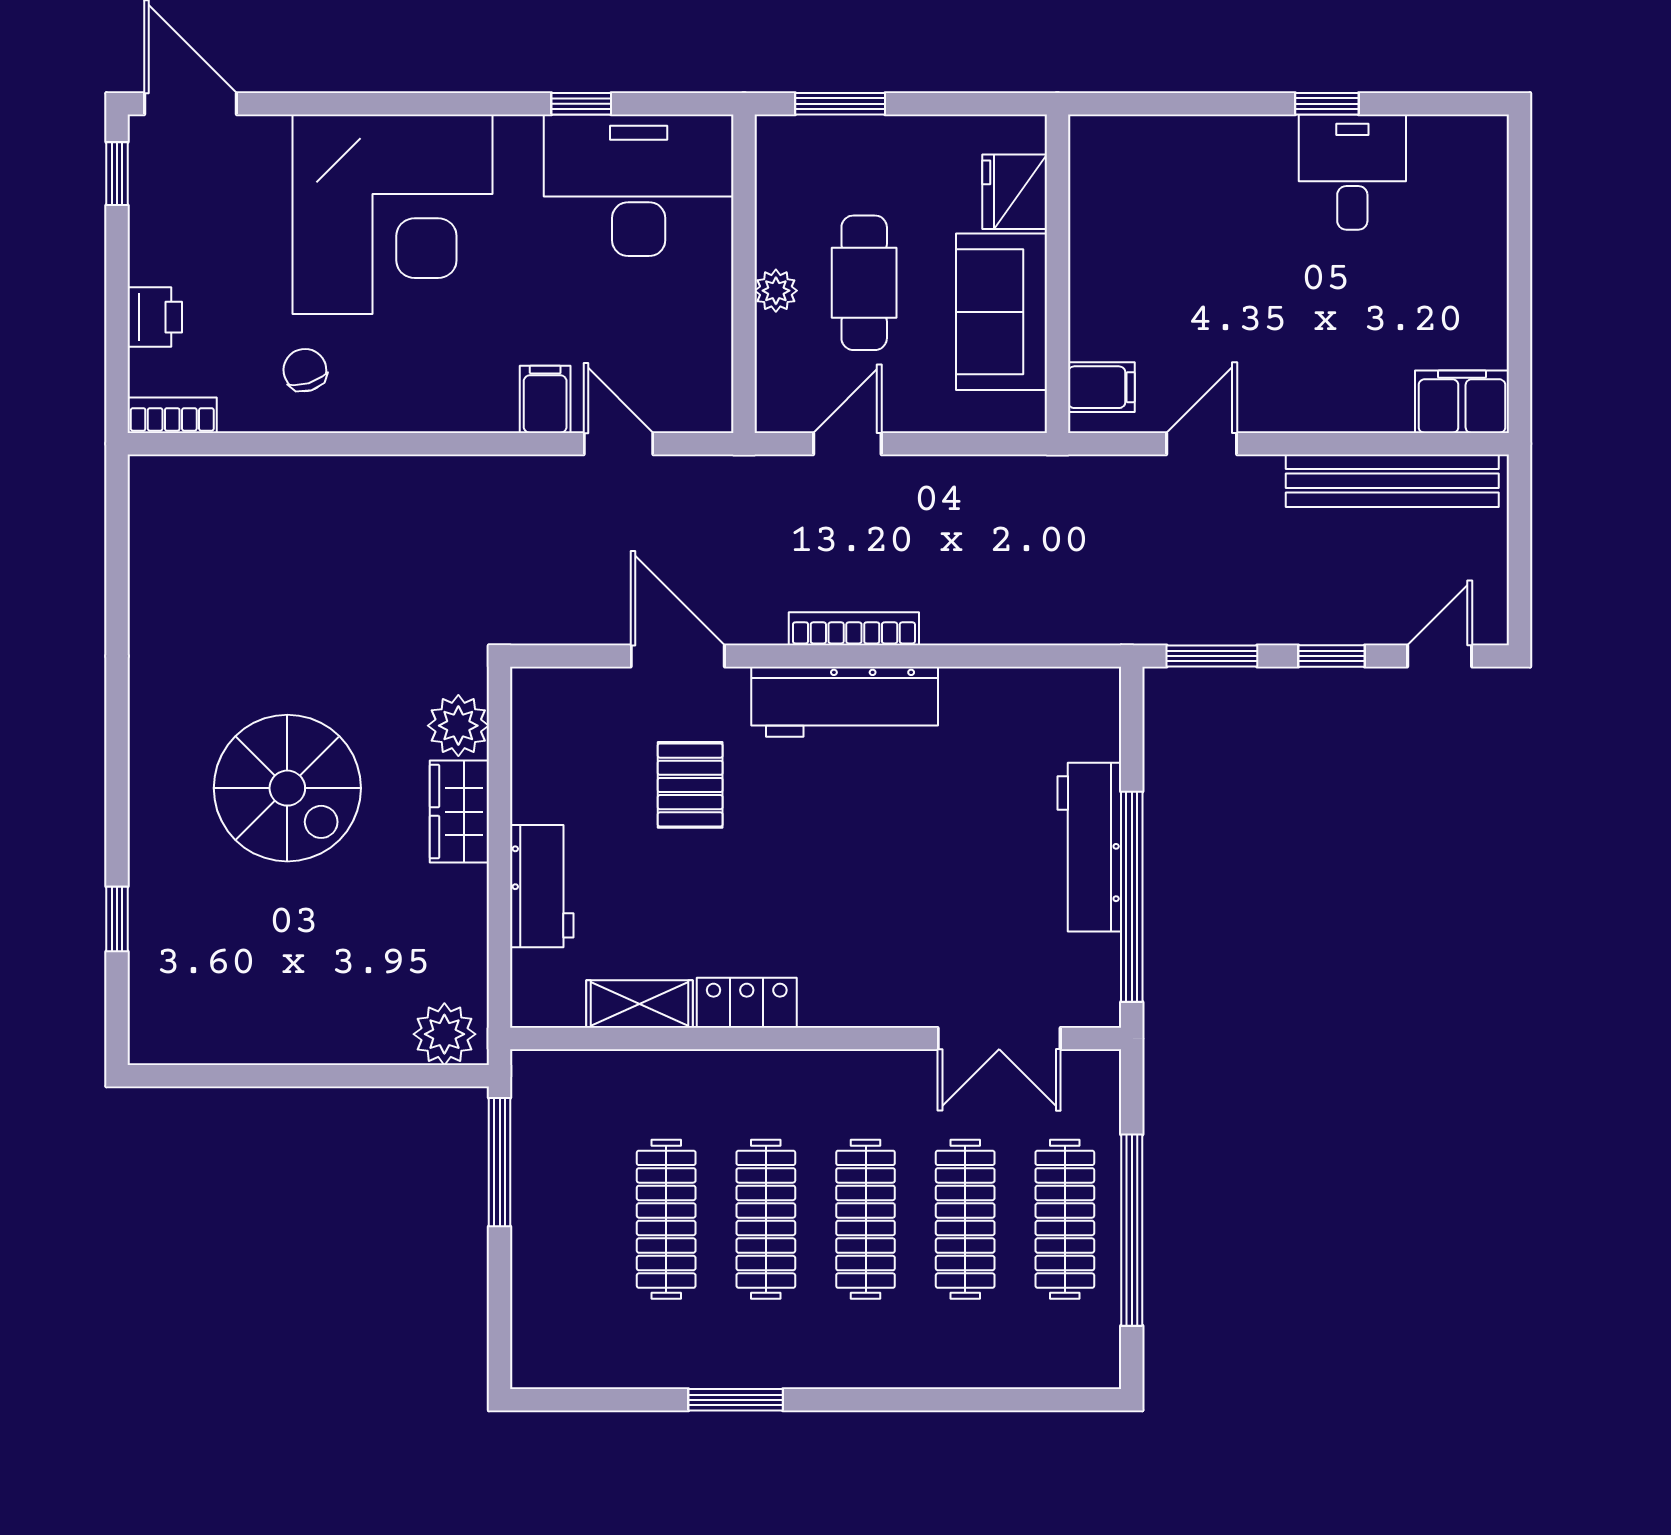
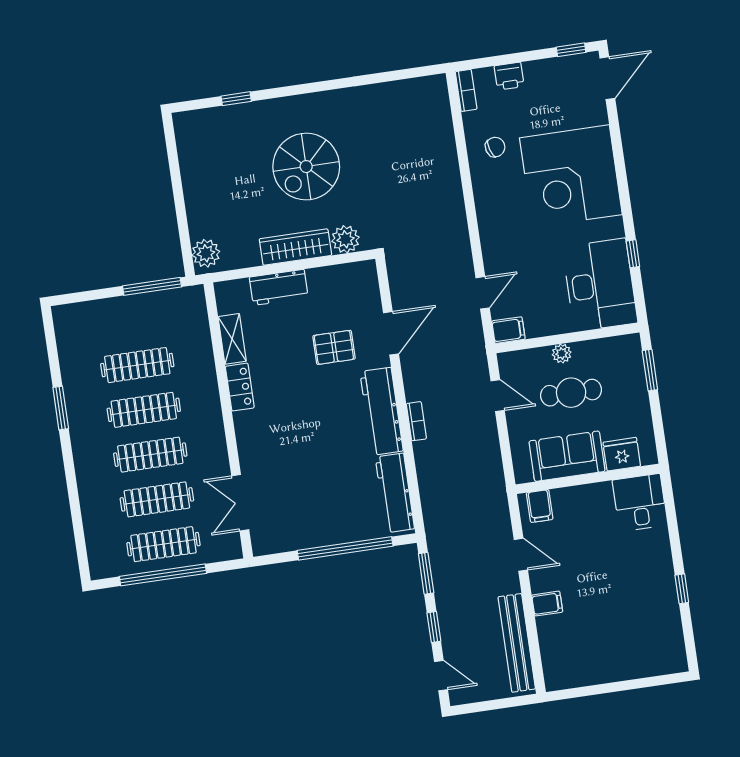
desk: (1352, 172) -> (640, 503), moved, turned -90
filing cabinet: (545, 399) -> (508, 330), moved
filing cabinet: (1462, 402) -> (547, 604), moved, width x0.50
bookcase: (854, 629) -> (416, 421), width x0.64
wardrobe: (459, 812) -> (295, 247), width x1.50
workbench: (1089, 847) -> (395, 493), moved, turned -90
window: (1132, 897) -> (345, 548), moved

